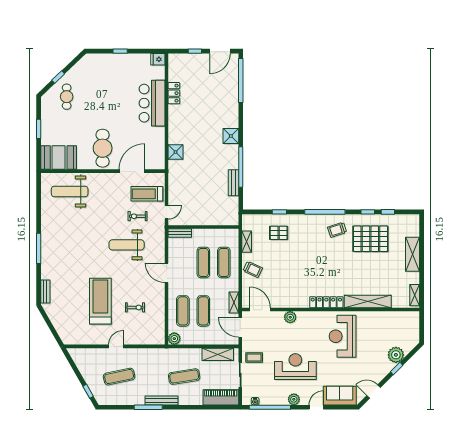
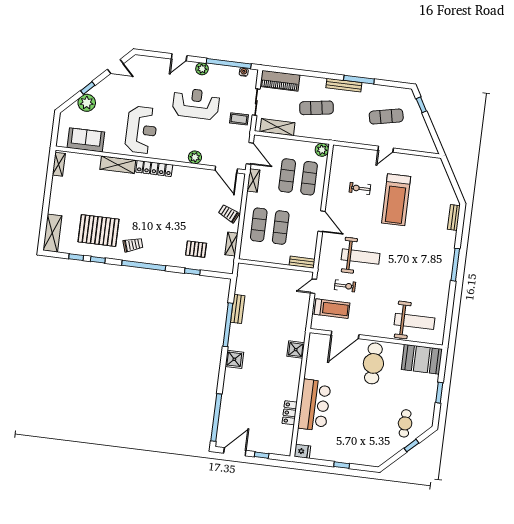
shelving: (413, 254) -> (52, 233), moved
shelving: (368, 302) -> (118, 165), width x0.68
reception desk: (295, 367) -> (196, 104), turned 180
sofa: (340, 396) -> (86, 140), moved, turned 180

